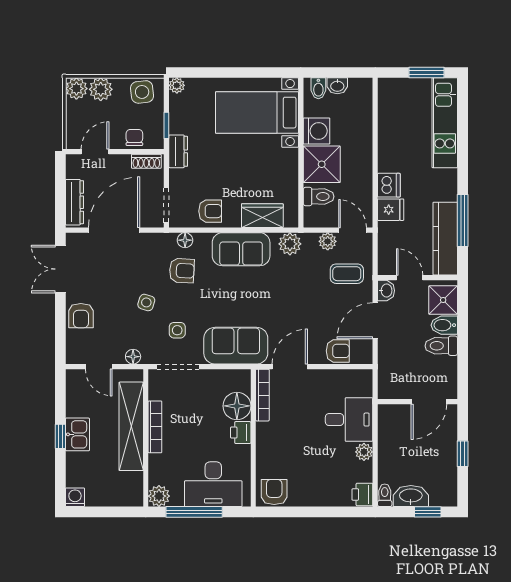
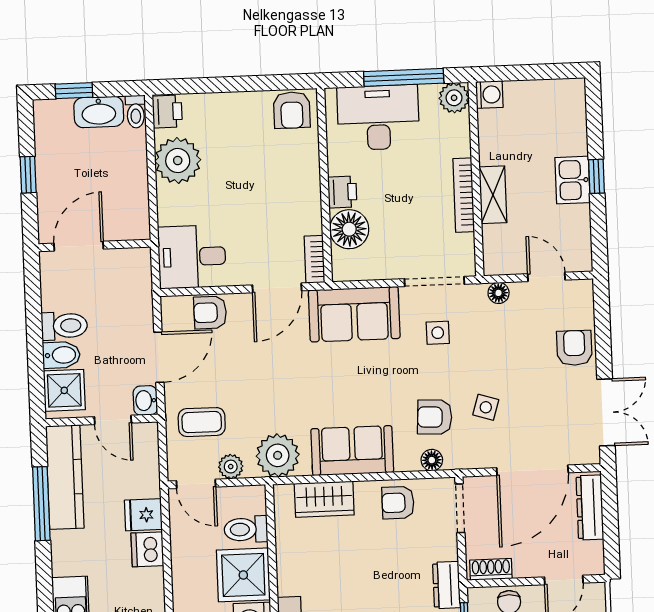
plant: (290, 244) -> (278, 455), width x1.36, depth x1.36
side table: (146, 302) -> (486, 407), moved
bookcase: (262, 395) -> (314, 259), width x0.64
desk: (349, 420) -> (192, 257), moved
shelving: (131, 426) -> (493, 195), width x0.45, depth x0.75
plant: (364, 452) -> (178, 161), width x1.88, depth x1.88
washing machine: (75, 497) -> (489, 95), moved, turned -90

